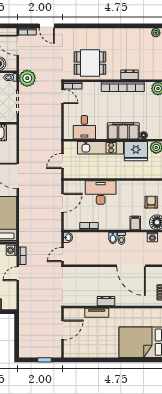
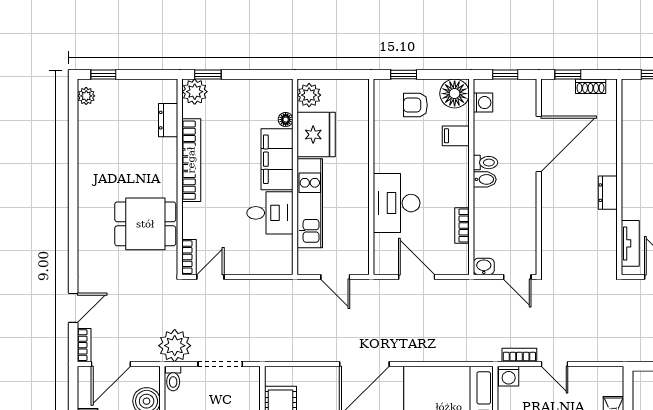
dining table: (90, 63) -> (145, 224), turned 90
dresser: (130, 75) -> (168, 120), moved
desk: (84, 127) -> (270, 213), moved
tv unit: (97, 313) -> (630, 243), moved

